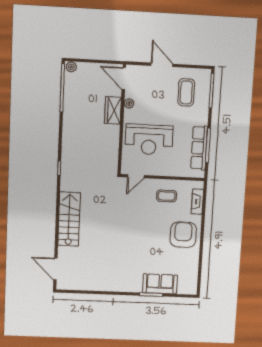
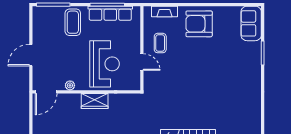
coffee table: (186, 92) -> (73, 22), moved, turned 90
wardrobe: (113, 110) -> (95, 101), moved
door: (136, 176) -> (142, 62), moved
sofa: (160, 284) -> (251, 23), moved

